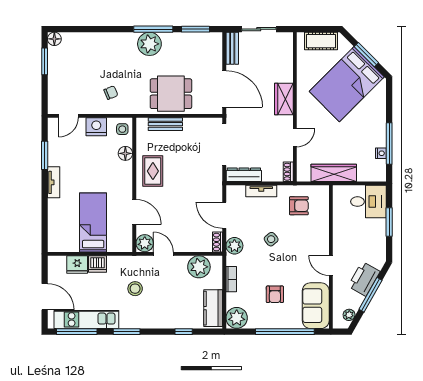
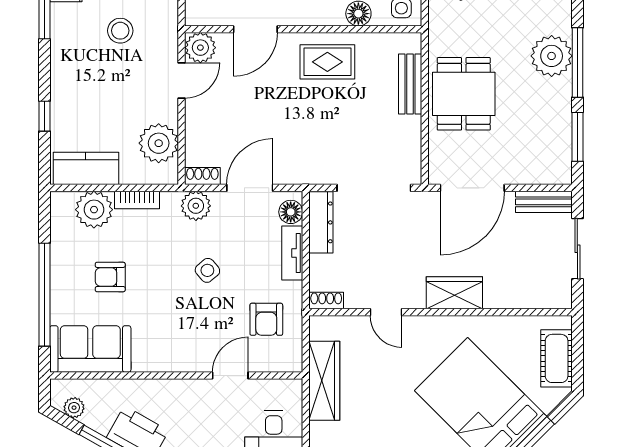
floor lamp: (238, 192) -> (291, 212), added
door: (331, 265) -> (230, 376), moved
plant: (237, 318) -> (94, 210), moved

